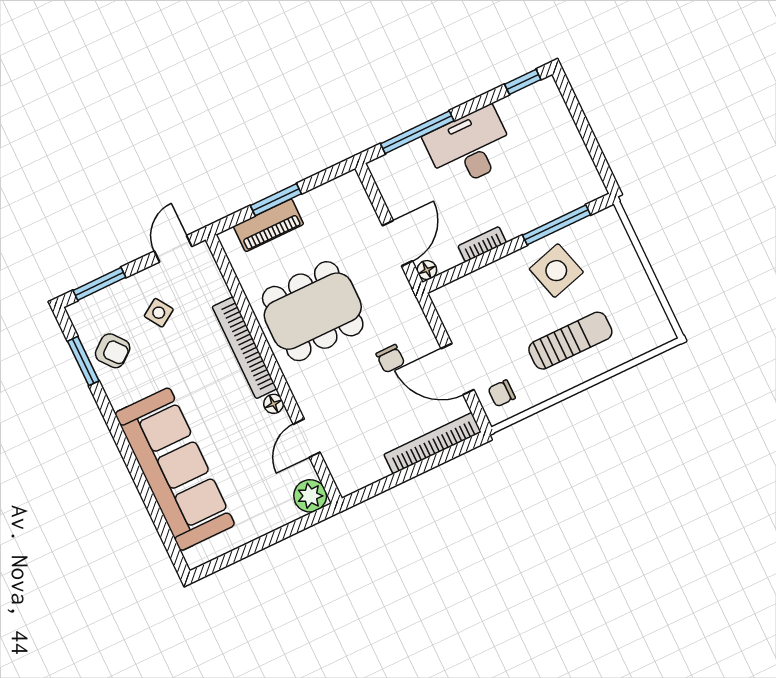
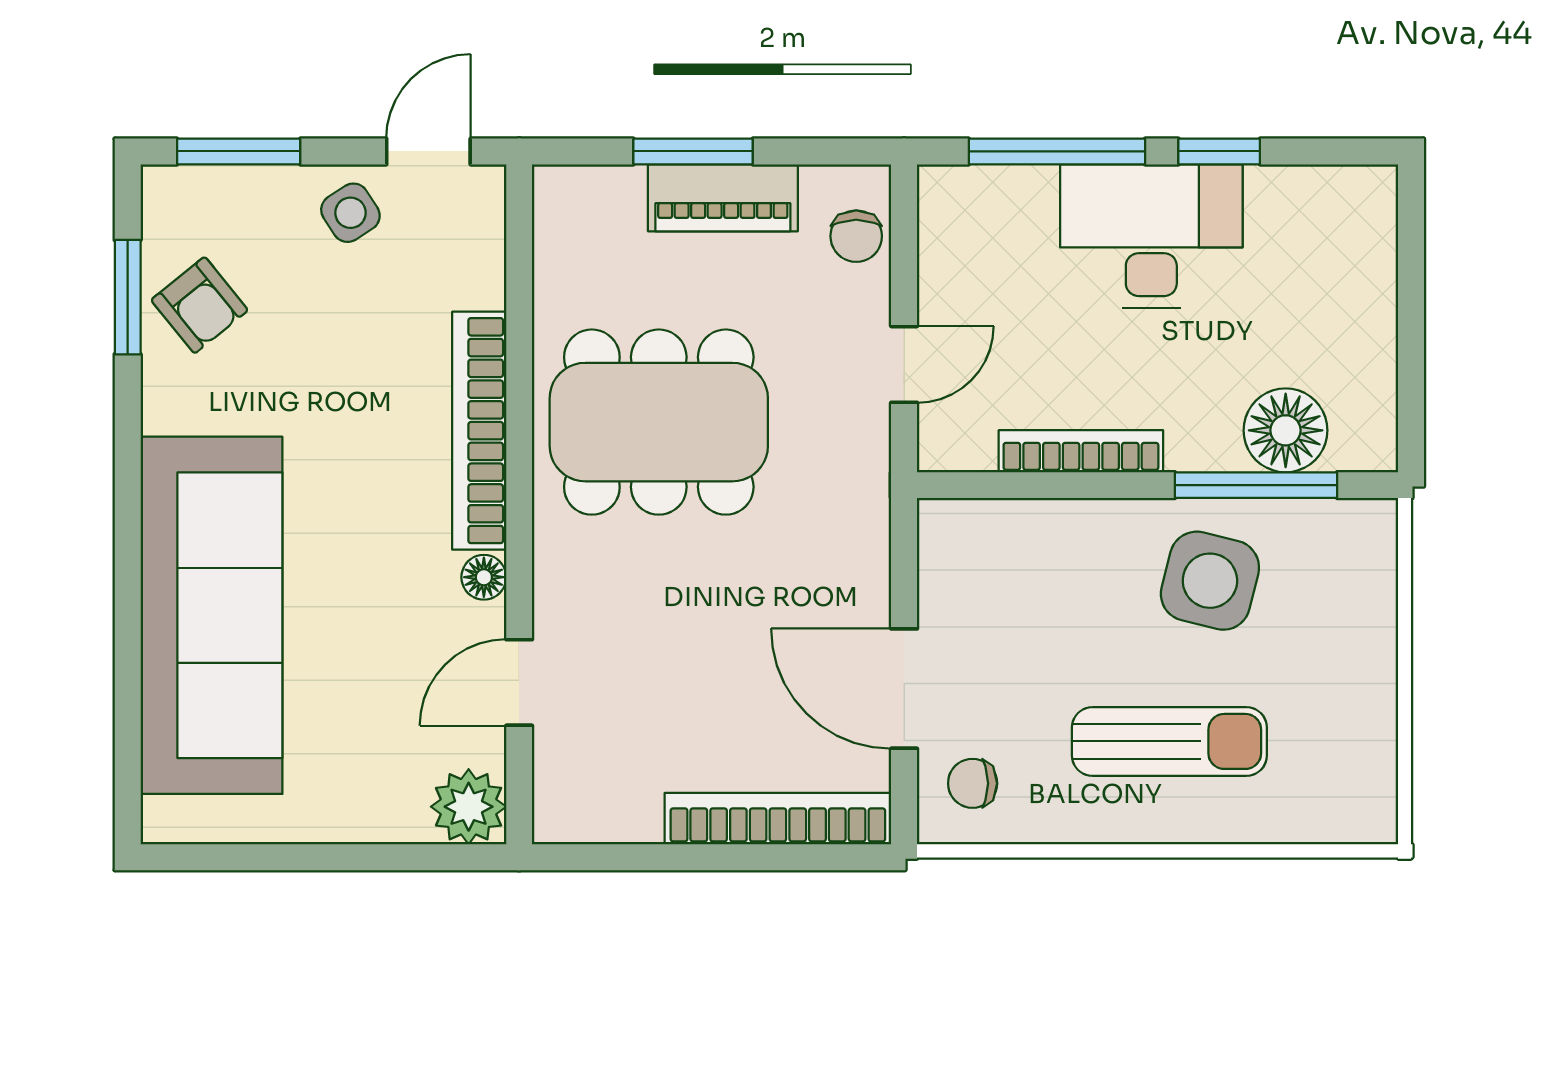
window: (523, 82) -> (1219, 151), moved
piano: (269, 225) -> (723, 198), moved
door: (397, 243) -> (904, 364), width x0.73
bookcase: (482, 244) -> (1081, 451), width x1.56
floor lamp: (427, 270) -> (1286, 430), moved, width x1.89, depth x1.89
side table: (556, 271) -> (1210, 581), turned 30
side table: (159, 313) -> (350, 213), moved
chair: (390, 359) -> (856, 236), moved

